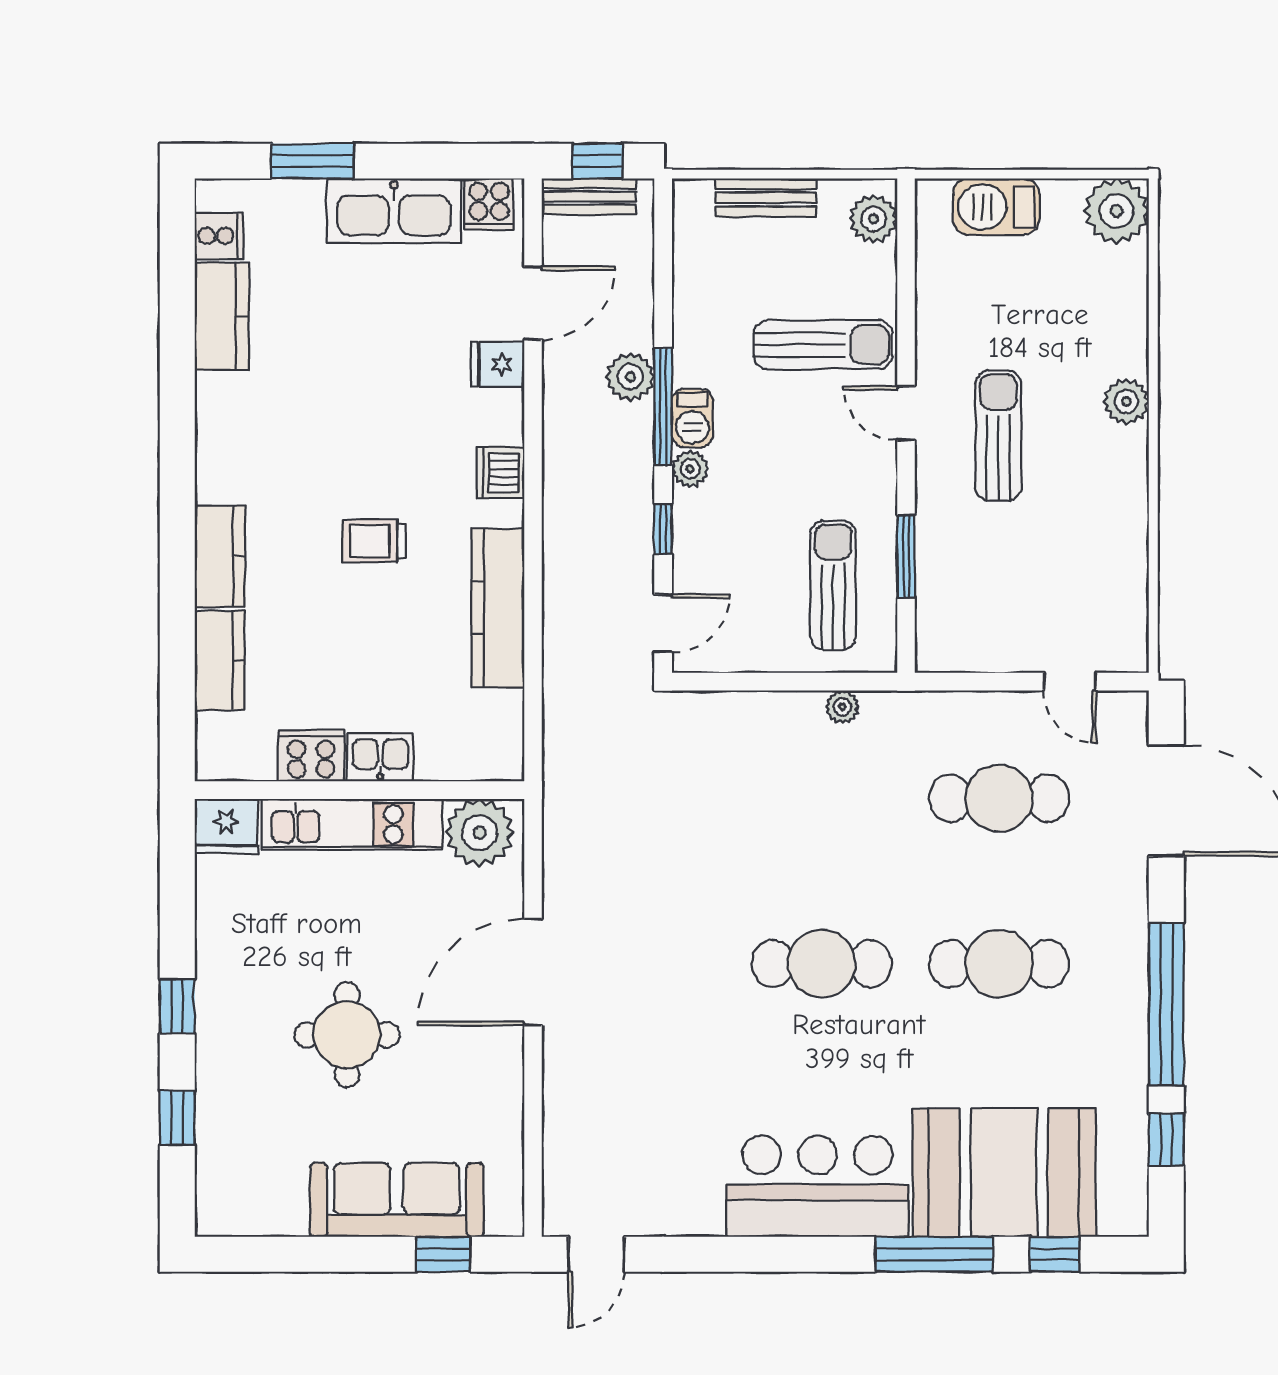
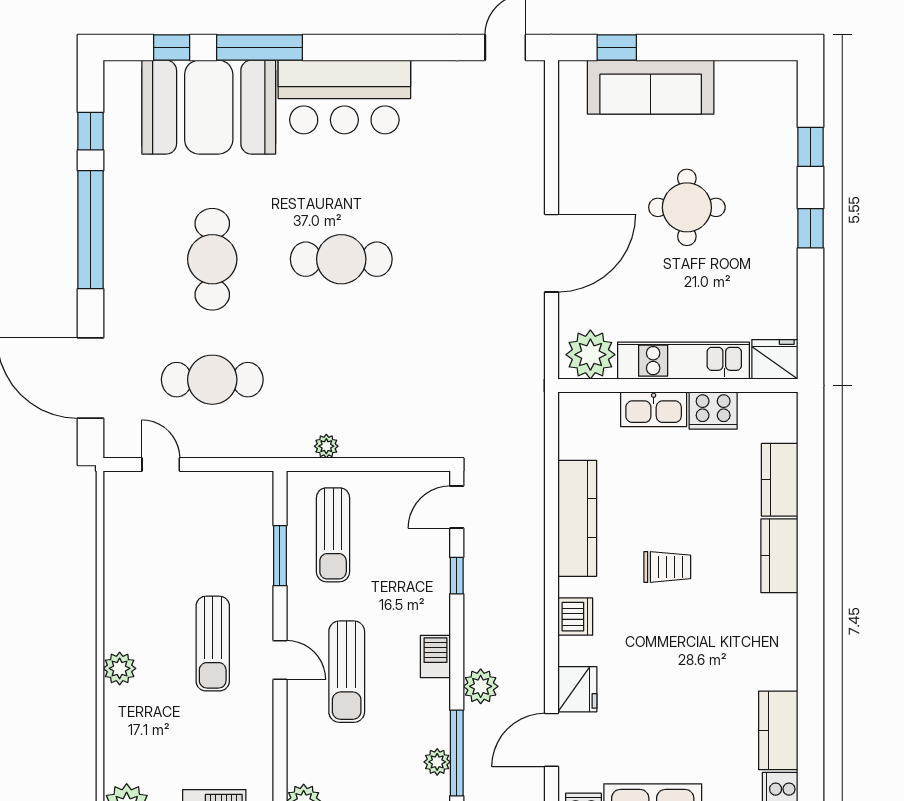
sun lounger: (823, 345) -> (347, 672), moved, turned -90
fridge: (498, 364) -> (577, 689), width x1.38
window: (663, 407) -> (457, 753), moved
plant: (690, 469) -> (437, 762), moved
kitchen sink: (380, 758) -> (654, 409), width x1.38
cafe table: (999, 964) -> (212, 259), turned 90

